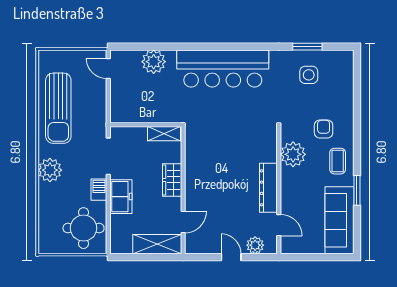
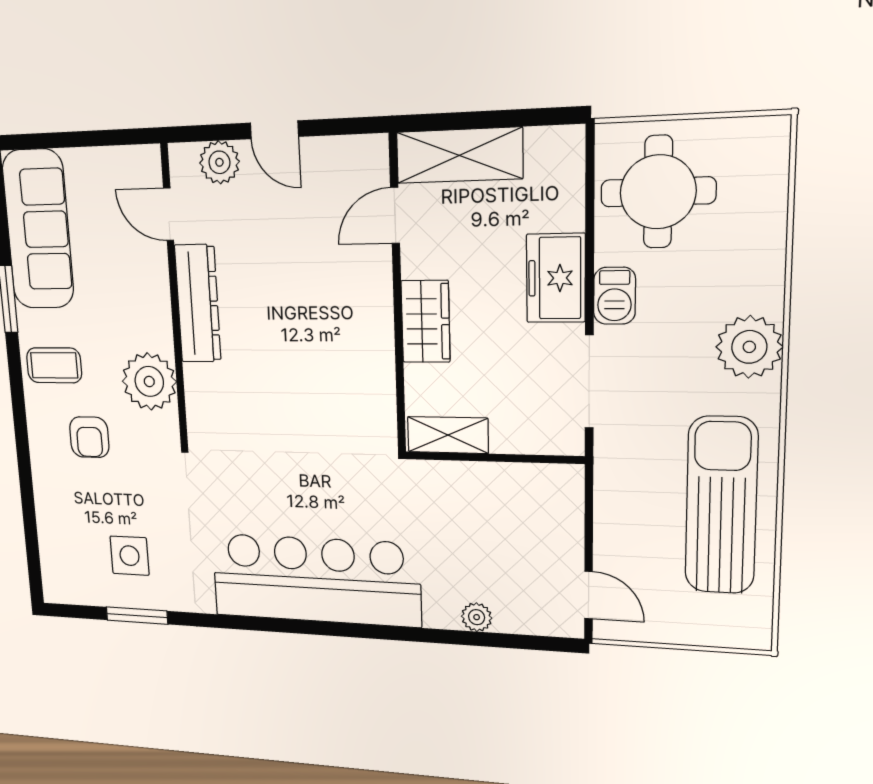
plant: (154, 62) -> (477, 617), width x0.53, depth x0.53
coffee table: (338, 161) -> (54, 365), turned 90

